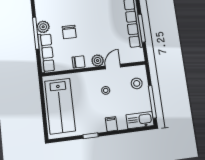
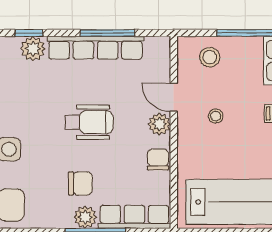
wheelchair: (94, 24) -> (89, 122), added
chair: (69, 32) -> (80, 183), moved

